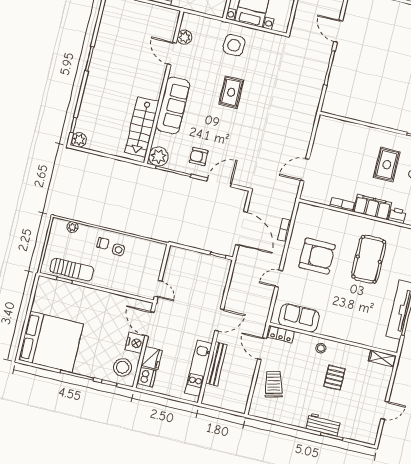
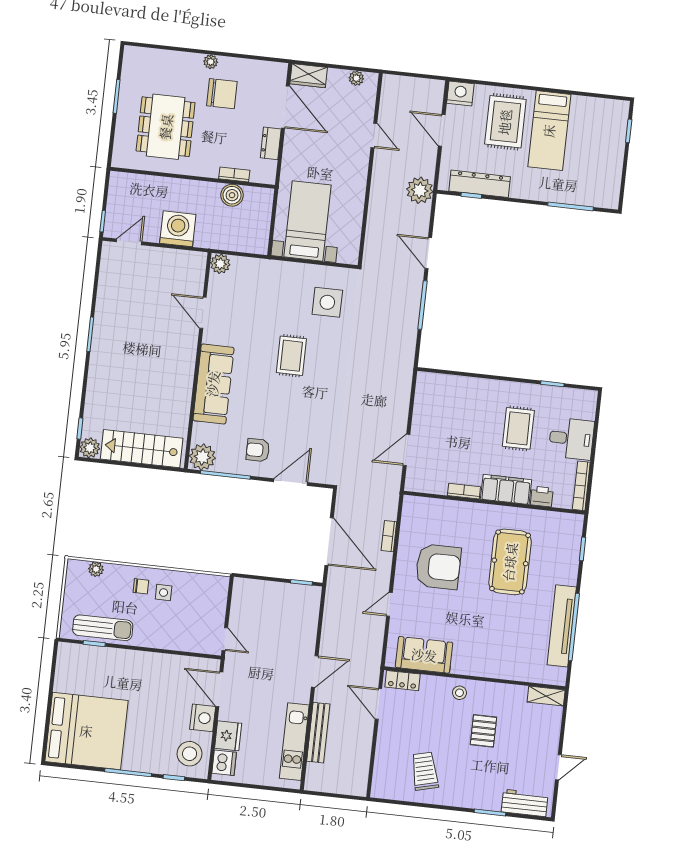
plant: (185, 37) -> (220, 264), moved
side table: (234, 45) -> (327, 302), moved
stairs: (142, 127) -> (142, 449), moved, turned 90
trolley: (274, 384) -> (425, 771), moved
workbench: (323, 424) -> (525, 803), moved

